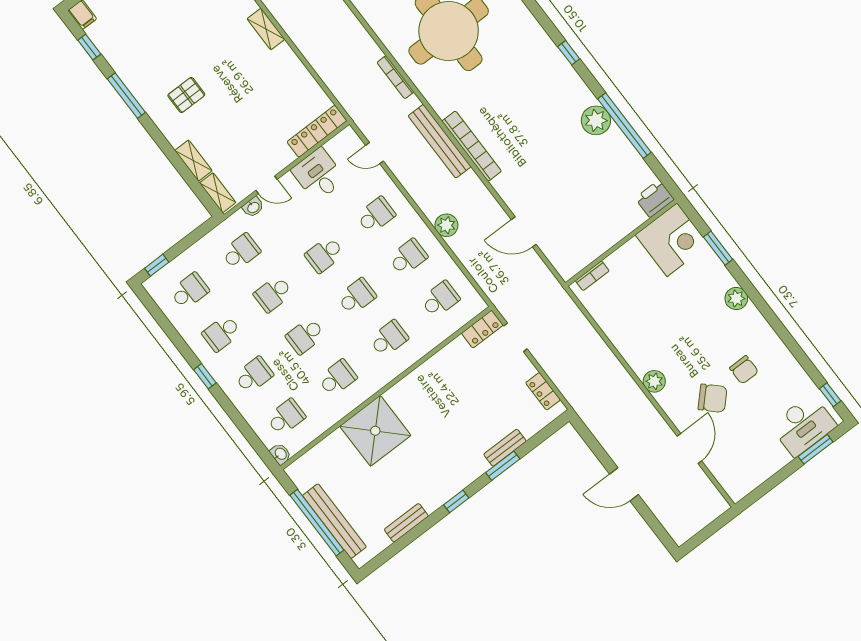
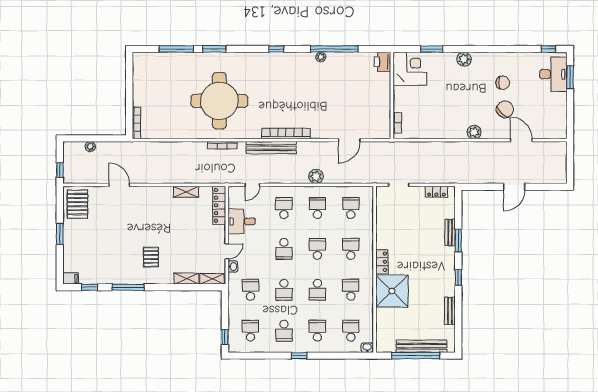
shelving: (266, 29) -> (186, 192), moved
plant: (596, 120) -> (321, 57), width x0.53, depth x0.53
locker: (482, 329) -> (382, 262), moved

